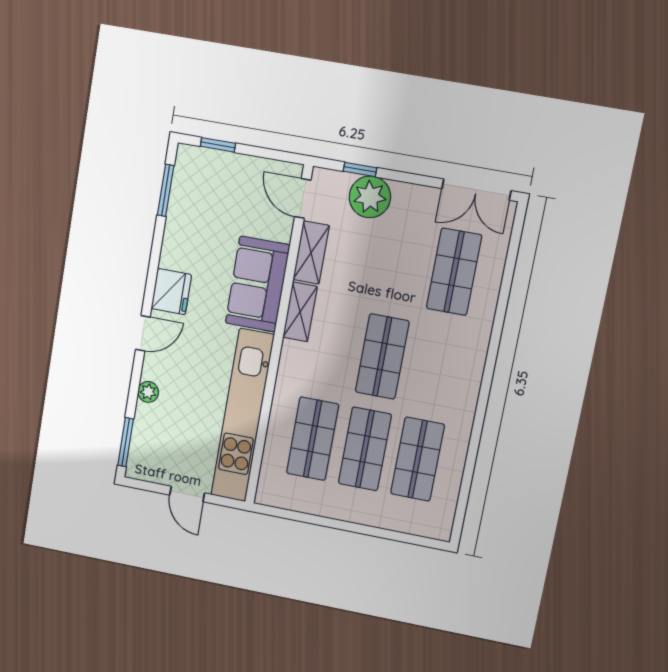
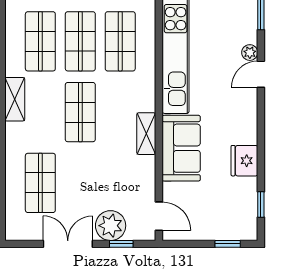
window: (166, 190) -> (261, 204), width x0.67
double door: (476, 190) -> (68, 244), moved
shelving: (311, 253) -> (15, 99), moved
fridge: (171, 292) -> (244, 161), moved
door: (143, 333) -> (261, 74), moved

